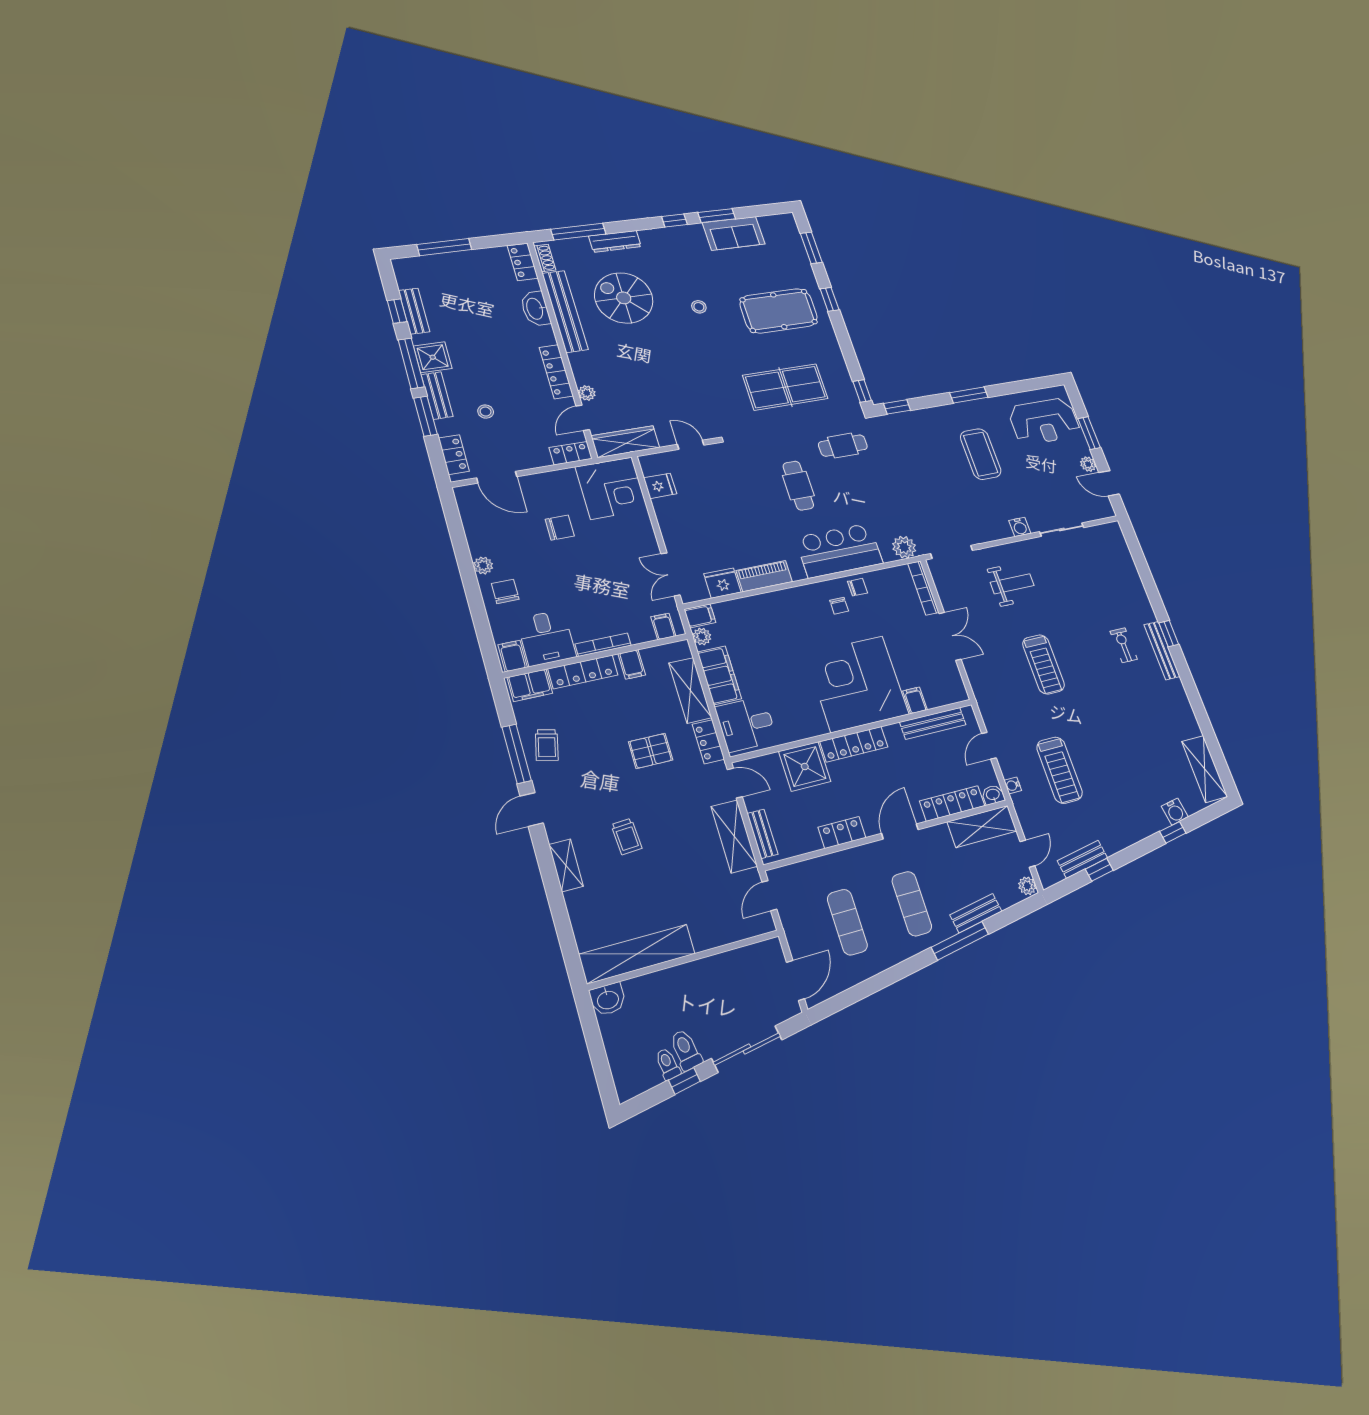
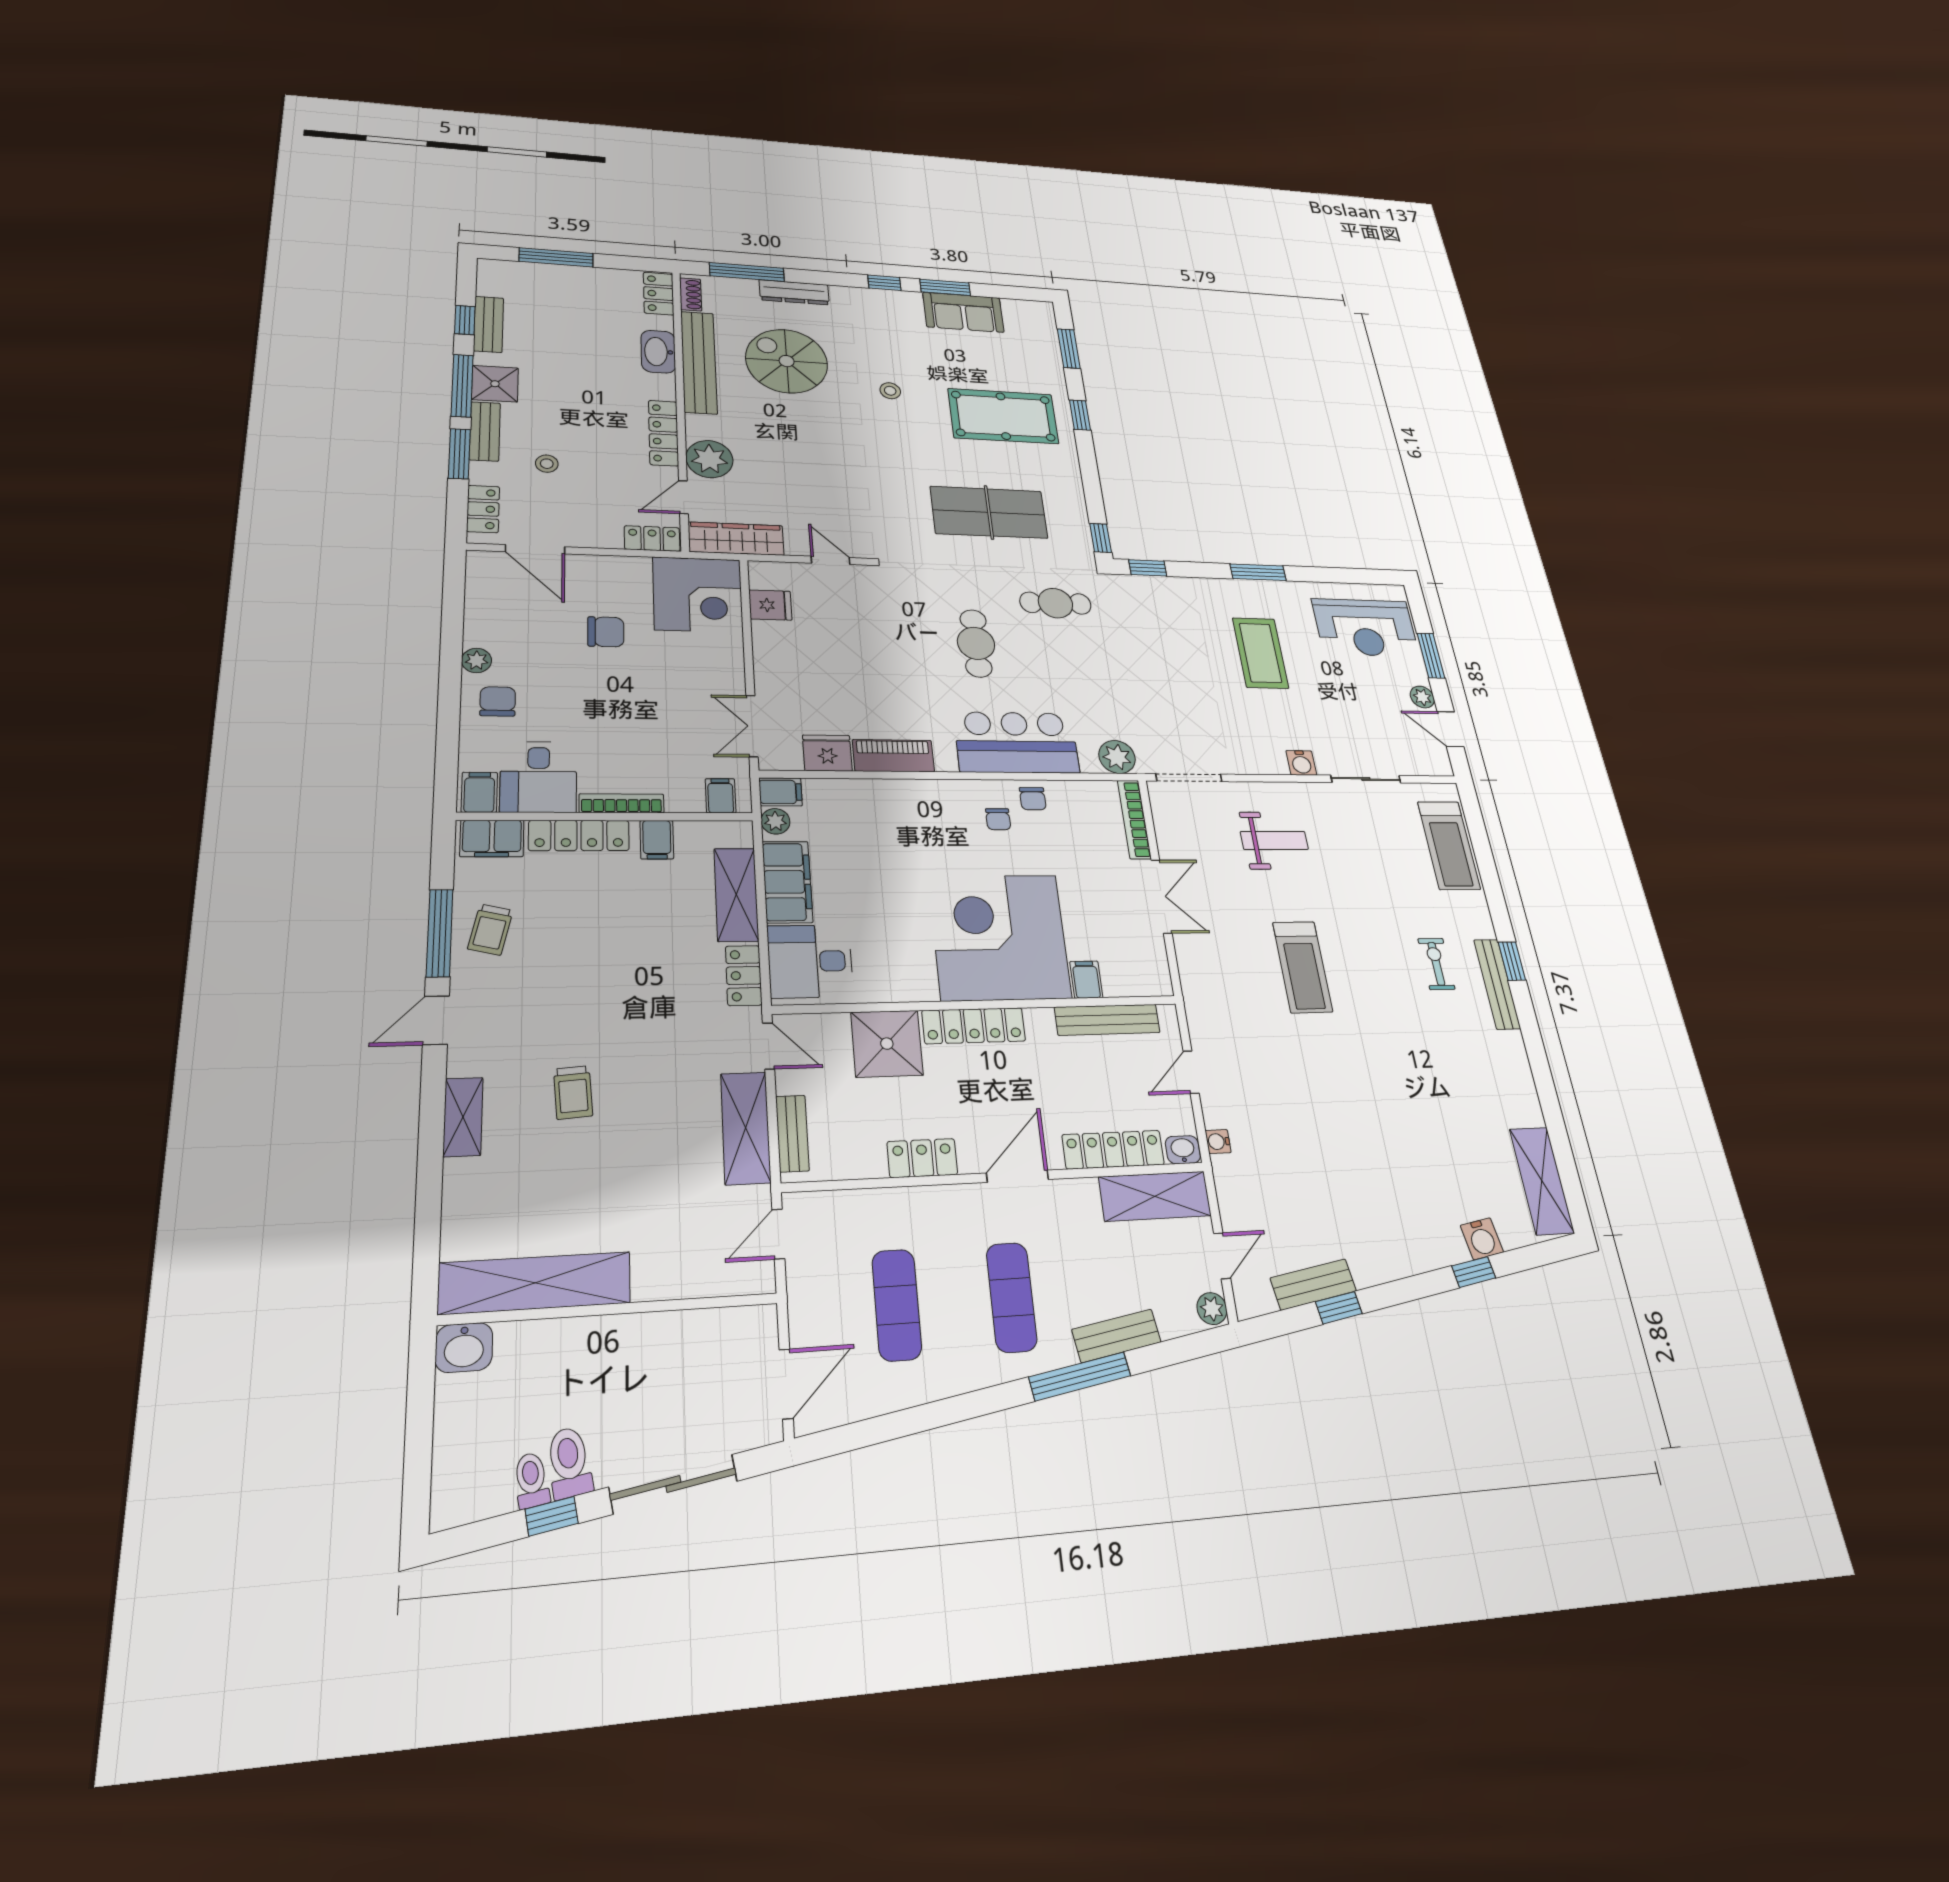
plant: (587, 393) -> (709, 459), width x1.87, depth x1.87
chair: (858, 587) -> (1033, 799), turned 90
pallet: (651, 751) -> (649, 971), removed
treadmill: (1059, 770) -> (1449, 845), moved

